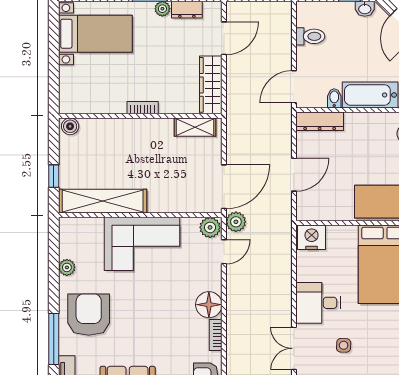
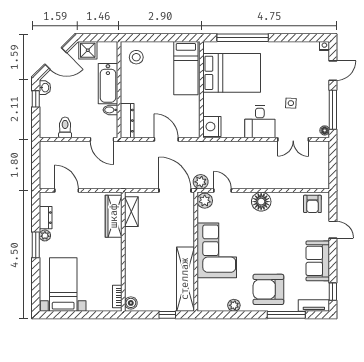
wardrobe: (211, 85) -> (114, 216), moved, turned 90
bookcase: (143, 108) -> (117, 297), moved
bookcase: (216, 335) -> (283, 197), removed

